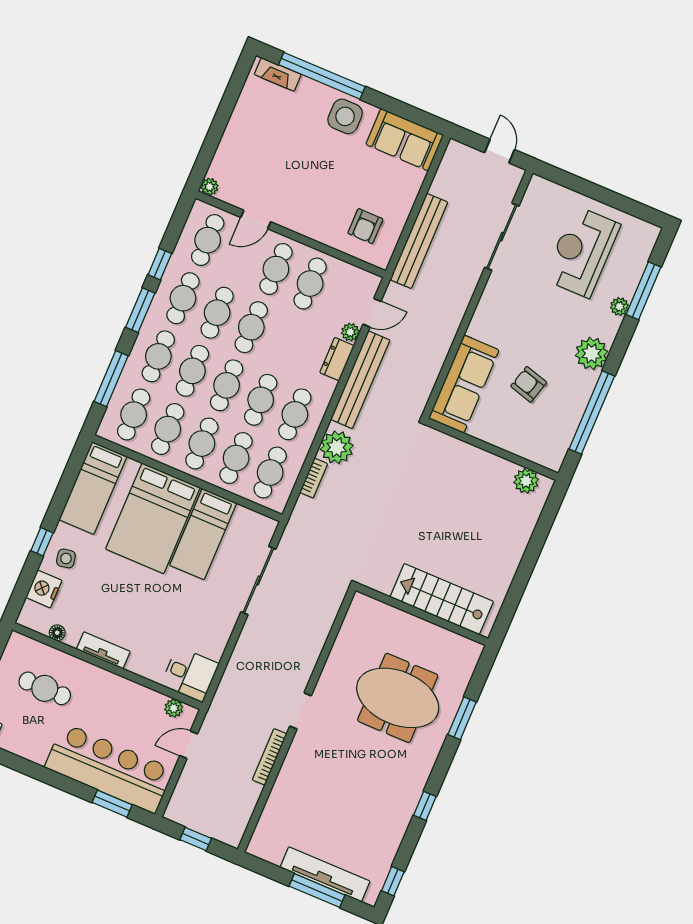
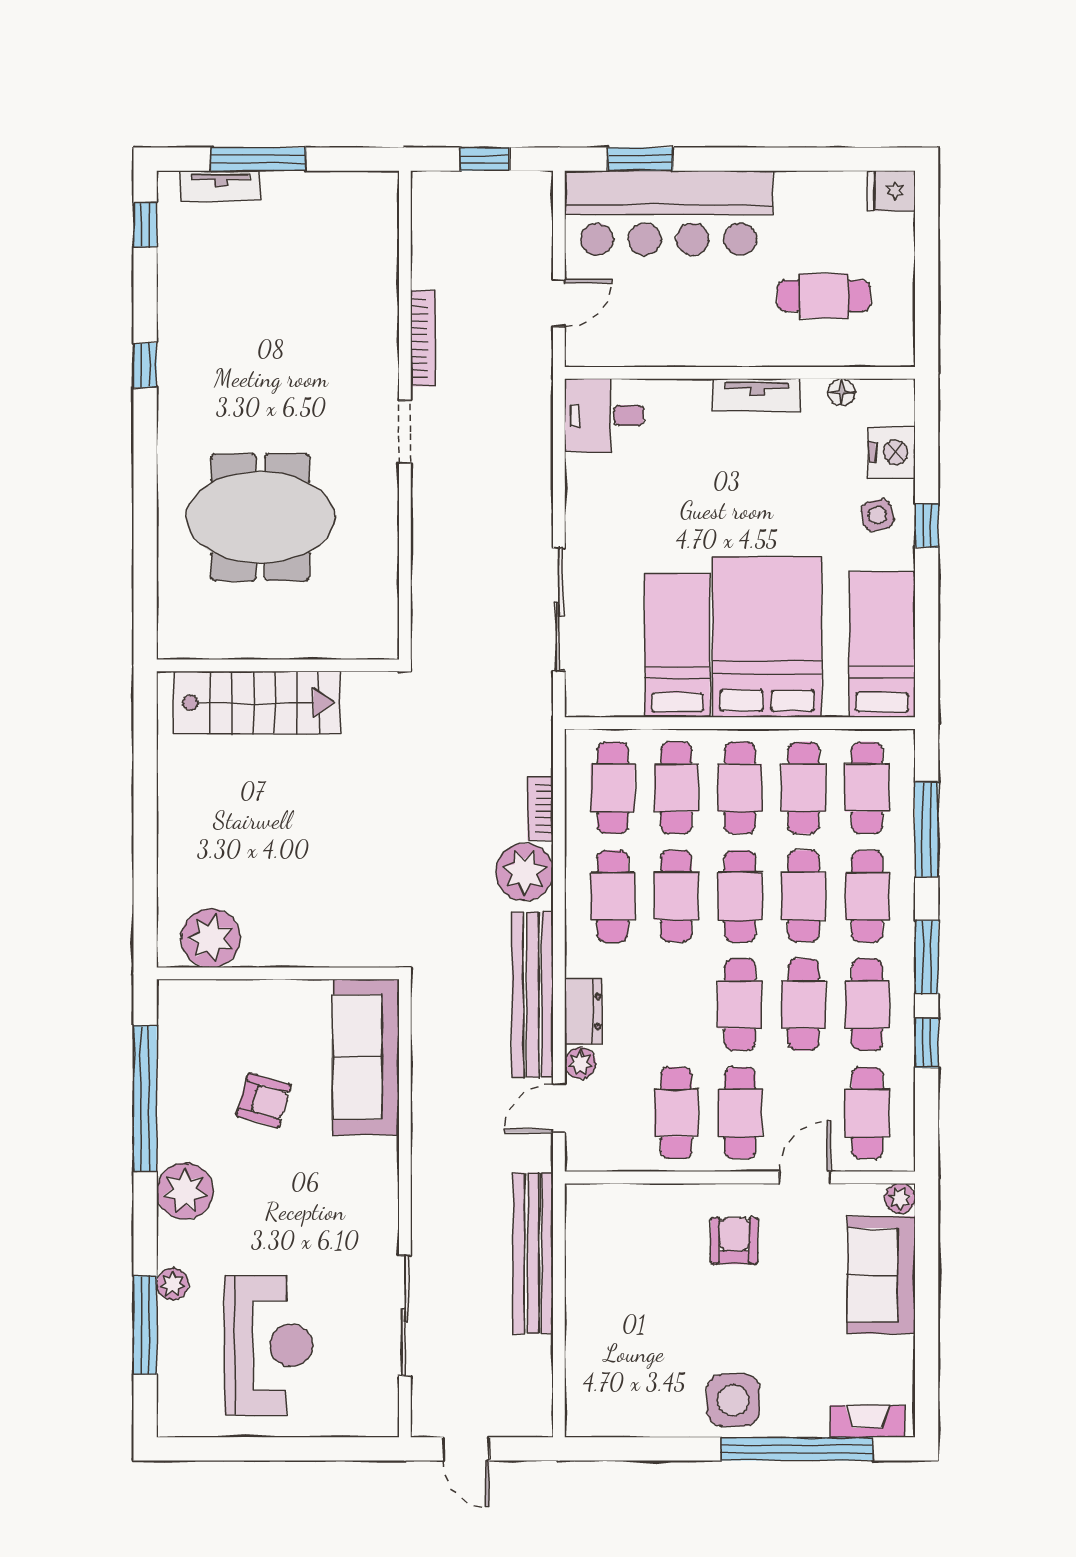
sofa: (405, 140) -> (881, 1275), moved, turned -90
armchair: (365, 226) -> (734, 1241), moved
plant: (526, 481) -> (211, 938), width x1.36, depth x1.36
plant: (174, 708) -> (607, 351), removed
window: (462, 718) -> (145, 528), removed
tv unit: (325, 874) -> (220, 186), width x0.52, depth x0.78

